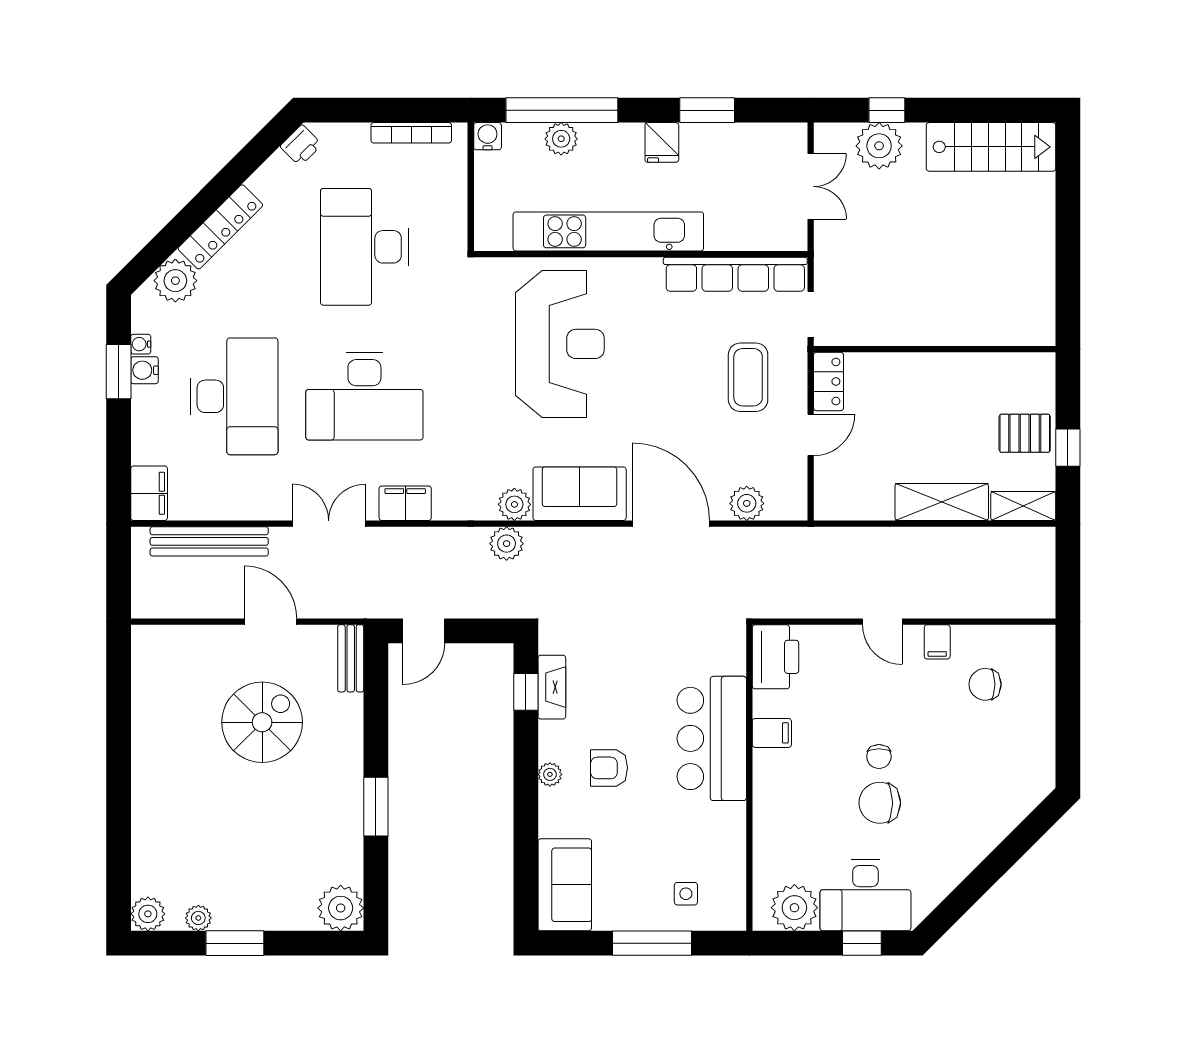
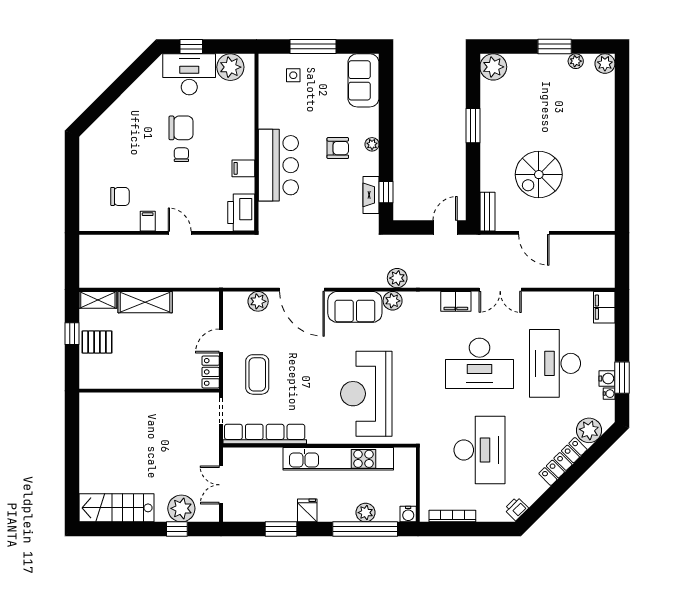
desk: (364, 396) -> (479, 363), turned 180
bench: (209, 541) -> (569, 279), removed

